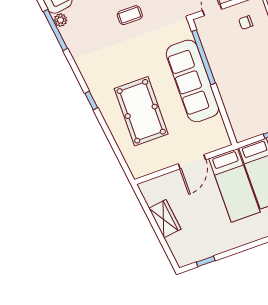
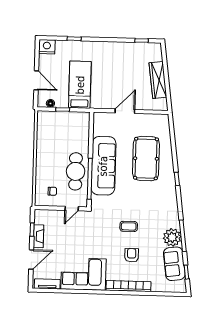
plant: (60, 20) -> (172, 237), width x1.87, depth x1.87
cafe table: (226, 60) -> (76, 171), added
bed: (234, 185) -> (102, 84), removed
wardrobe: (165, 219) -> (158, 80), width x1.50

